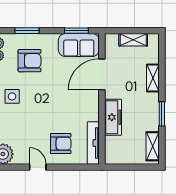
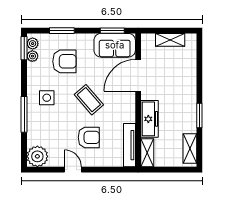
shelving: (153, 78) -> (147, 153), moved
coffee table: (53, 98) -> (89, 100), added
armchair: (61, 144) -> (89, 137), moved

